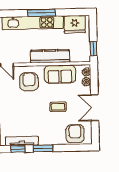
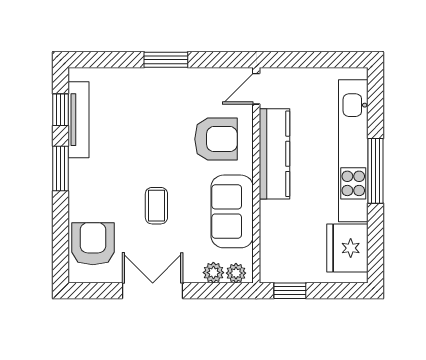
kitchen counter: (50, 56) -> (274, 154), moved
armchair: (75, 134) -> (93, 244), turned -90

